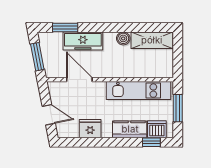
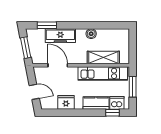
shelving: (152, 40) -> (103, 57), moved

